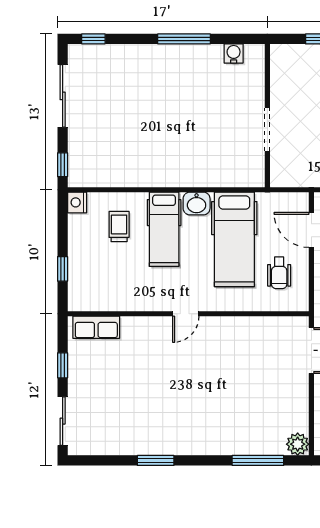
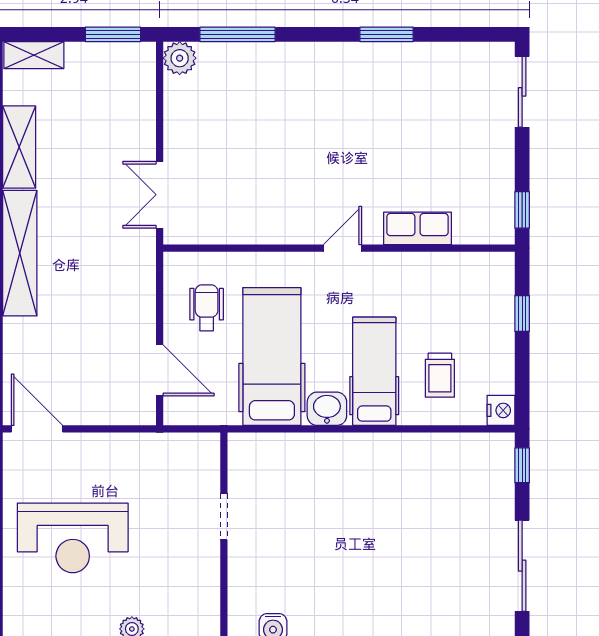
doorway: (267, 130) -> (224, 517), width x0.73
row of seats: (96, 327) -> (417, 228), moved
window: (63, 365) -> (522, 210), moved

